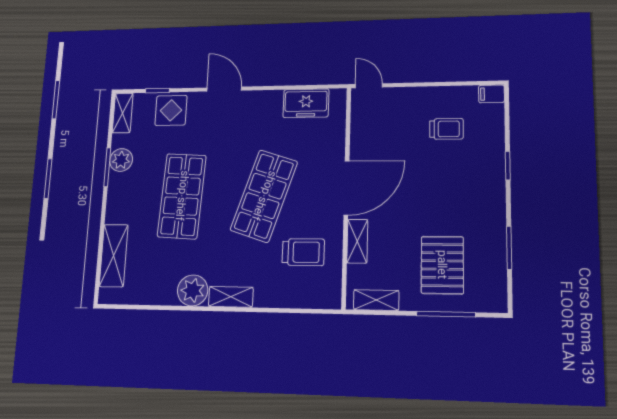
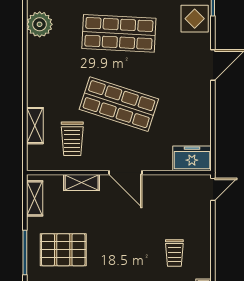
freezer: (306, 103) -> (192, 158), moved, turned 90
door: (346, 188) -> (125, 173), width x0.73
plant: (193, 290) -> (40, 24), moved
shelving: (231, 297) -> (35, 126), moved

